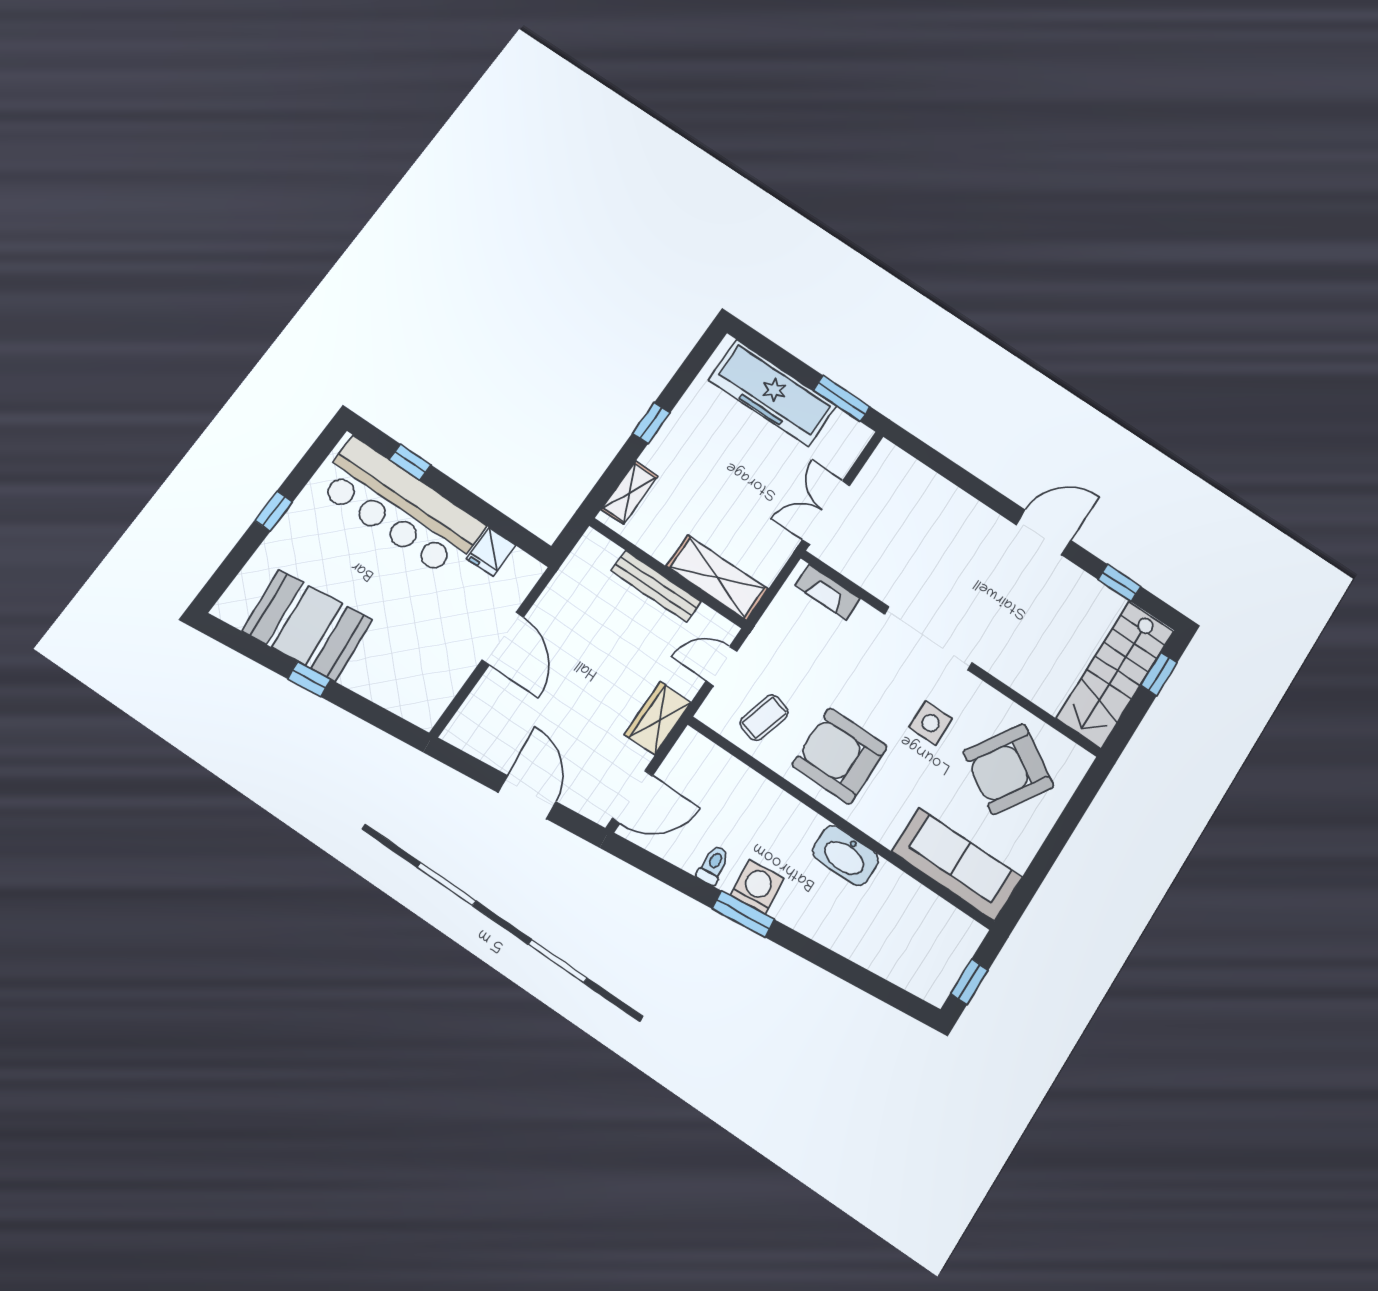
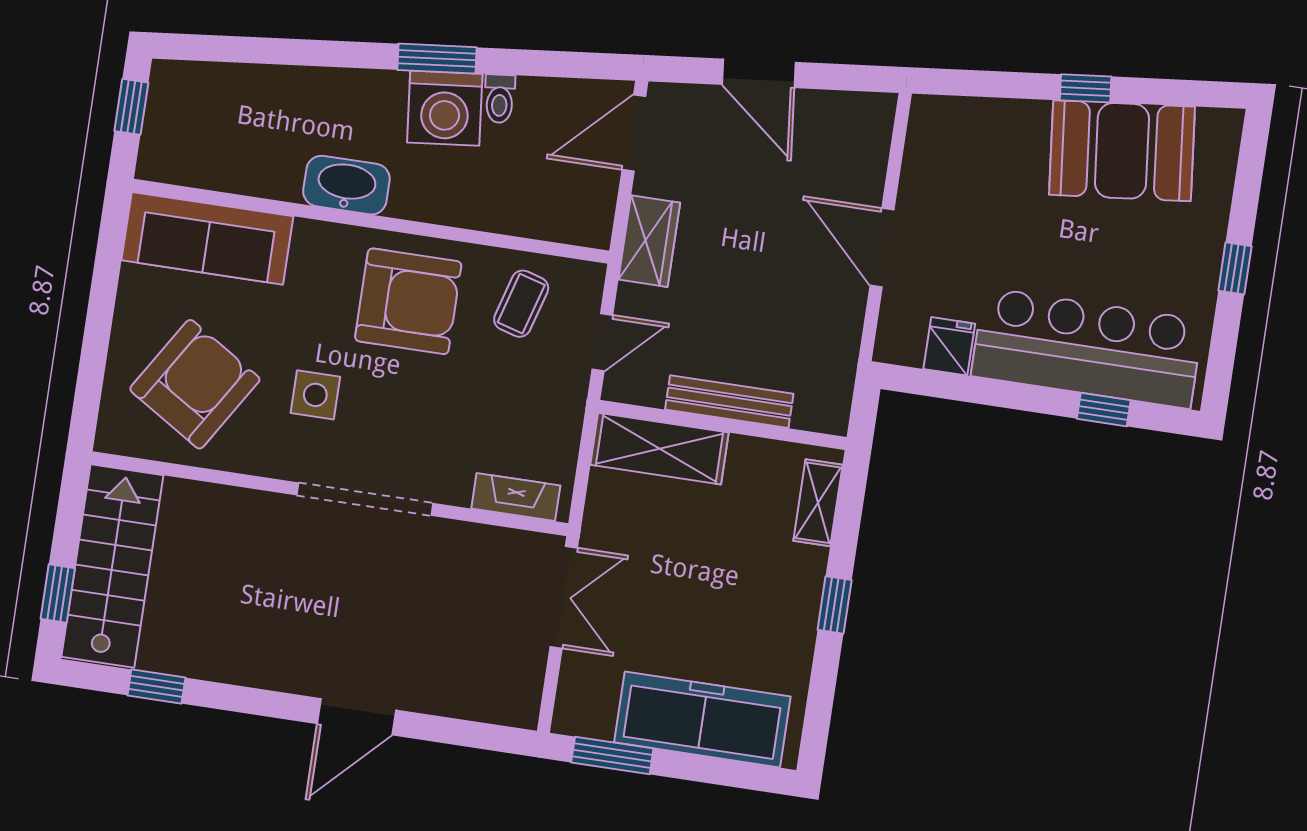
door: (1043, 533) -> (357, 717), moved
washing machine: (757, 887) -> (445, 108), width x1.37, depth x1.37

